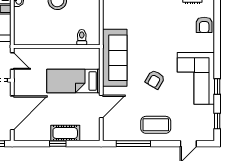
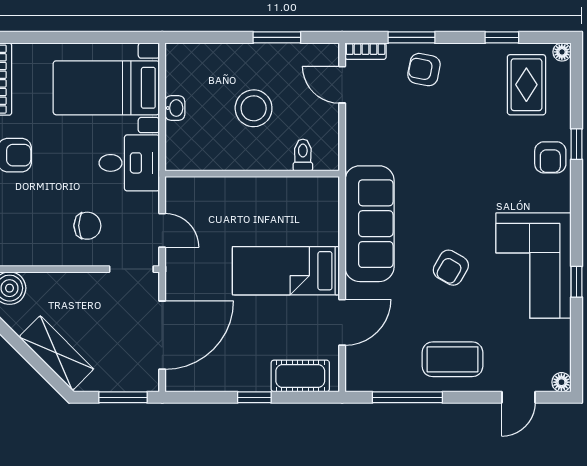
toilet: (82, 37) -> (303, 155), moved
wall: (57, 46) -> (252, 174), moved
window: (217, 121) -> (577, 144), moved
cot: (65, 133) -> (300, 376), moved
floor lamp: (210, 136) -> (561, 382), added

